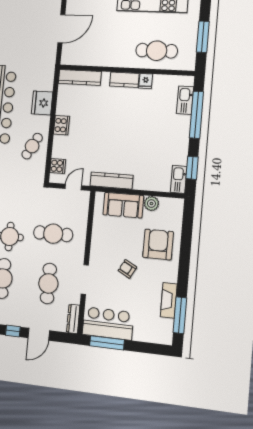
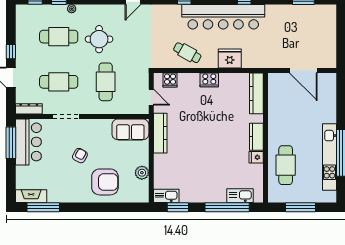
sofa: (123, 205) -> (130, 129), moved, turned -90
fireplace: (169, 300) -> (31, 196), moved

